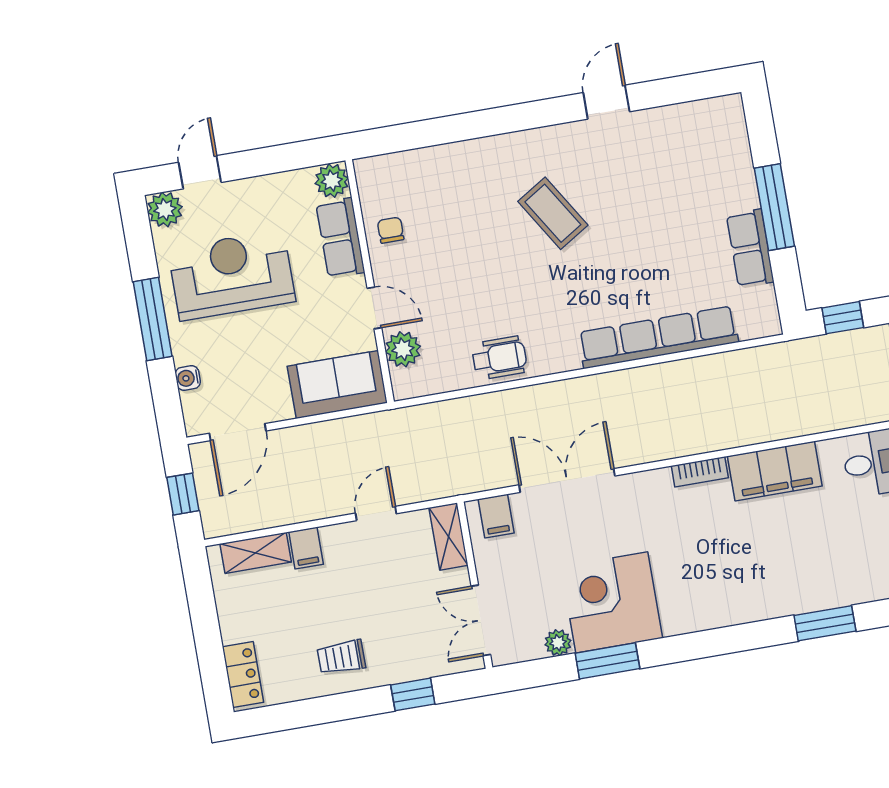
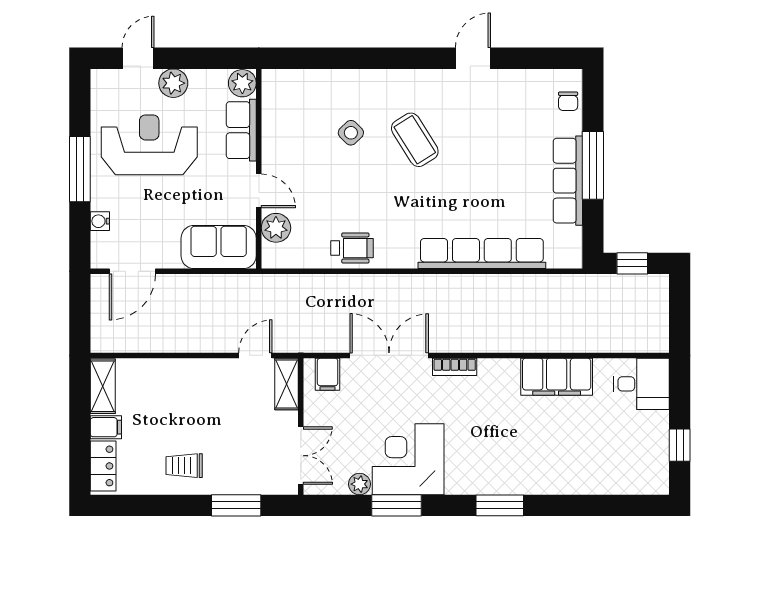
plant: (165, 210) -> (173, 83), moved
side table: (474, 218) -> (351, 133), added
chair: (391, 230) -> (568, 101), moved, turned 180
row of seats: (750, 248) -> (568, 181), width x1.48
bookcase: (700, 472) -> (455, 367), moved
window: (183, 494) -> (80, 313), removed
door: (376, 513) -> (255, 355), moved
filing cabinet: (306, 548) -> (106, 427), moved, turned -90
shelving: (256, 553) -> (103, 386), moved, turned 90
double door: (481, 620) -> (301, 456), swing flipped
window: (825, 623) -> (500, 505), moved
window: (413, 694) -> (236, 505), width x1.50

